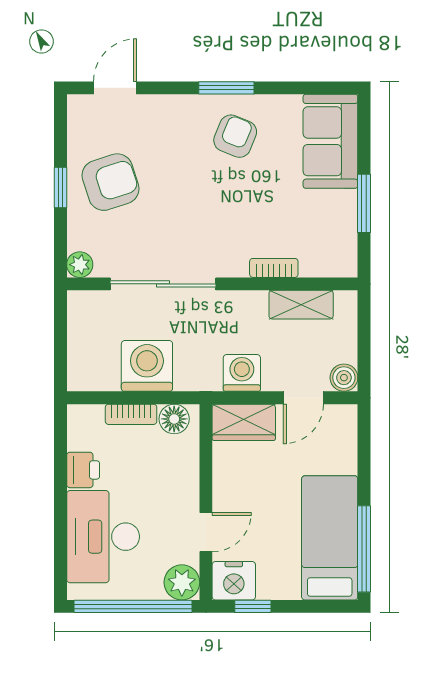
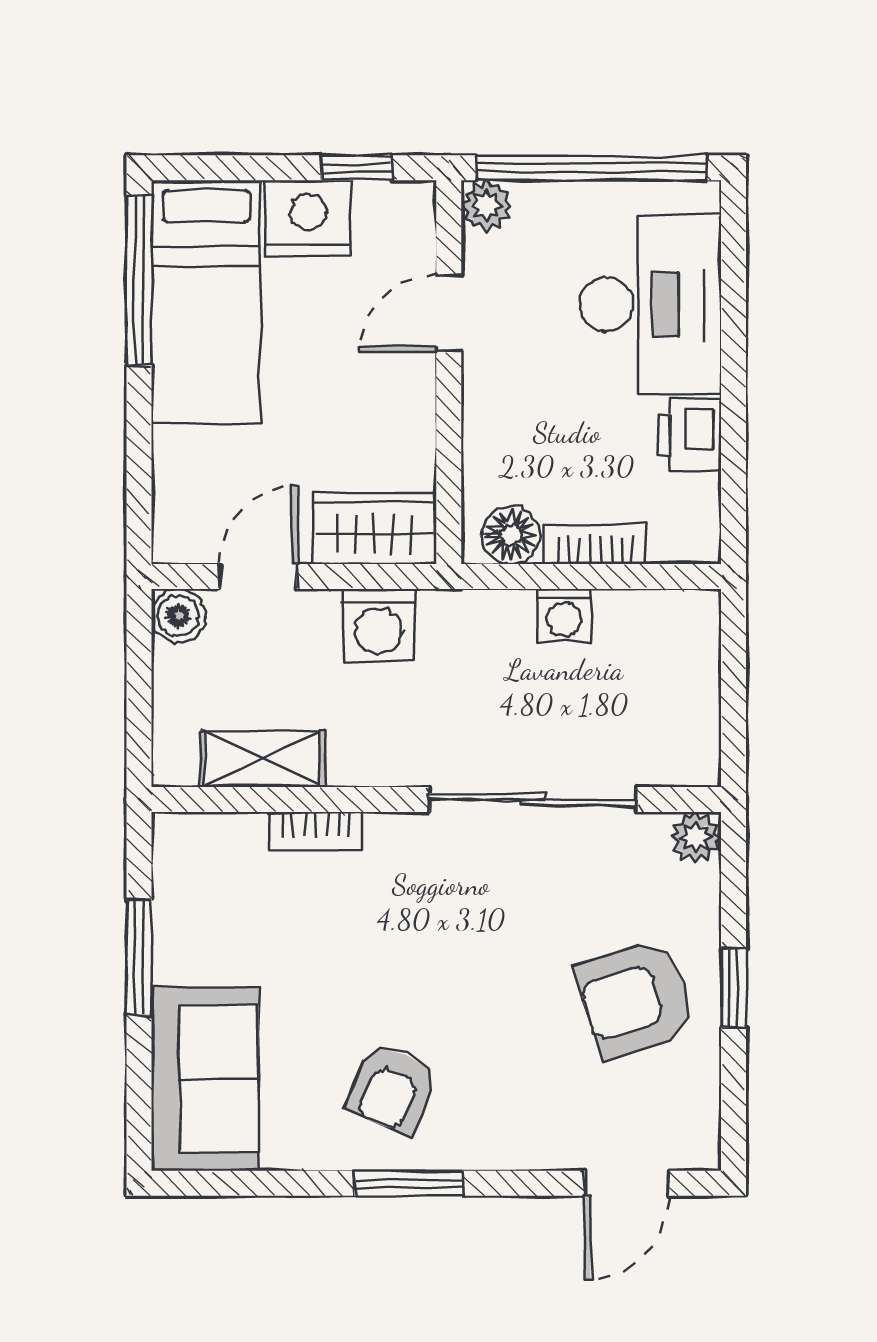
washing machine: (147, 366) -> (564, 615), width x0.53, depth x0.53
nightstand: (234, 581) -> (308, 218), moved
plant: (182, 582) -> (486, 205), width x0.73, depth x0.73

